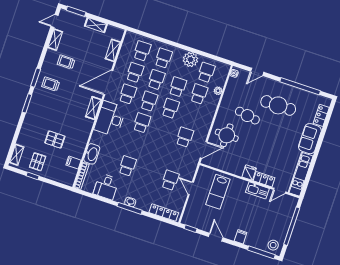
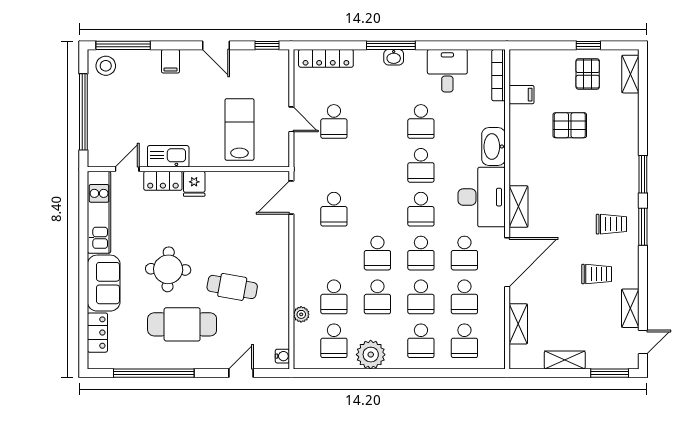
round table: (227, 135) -> (168, 269), moved
school desk: (135, 144) -> (421, 165), added
washbasin: (92, 154) -> (493, 147), moved

